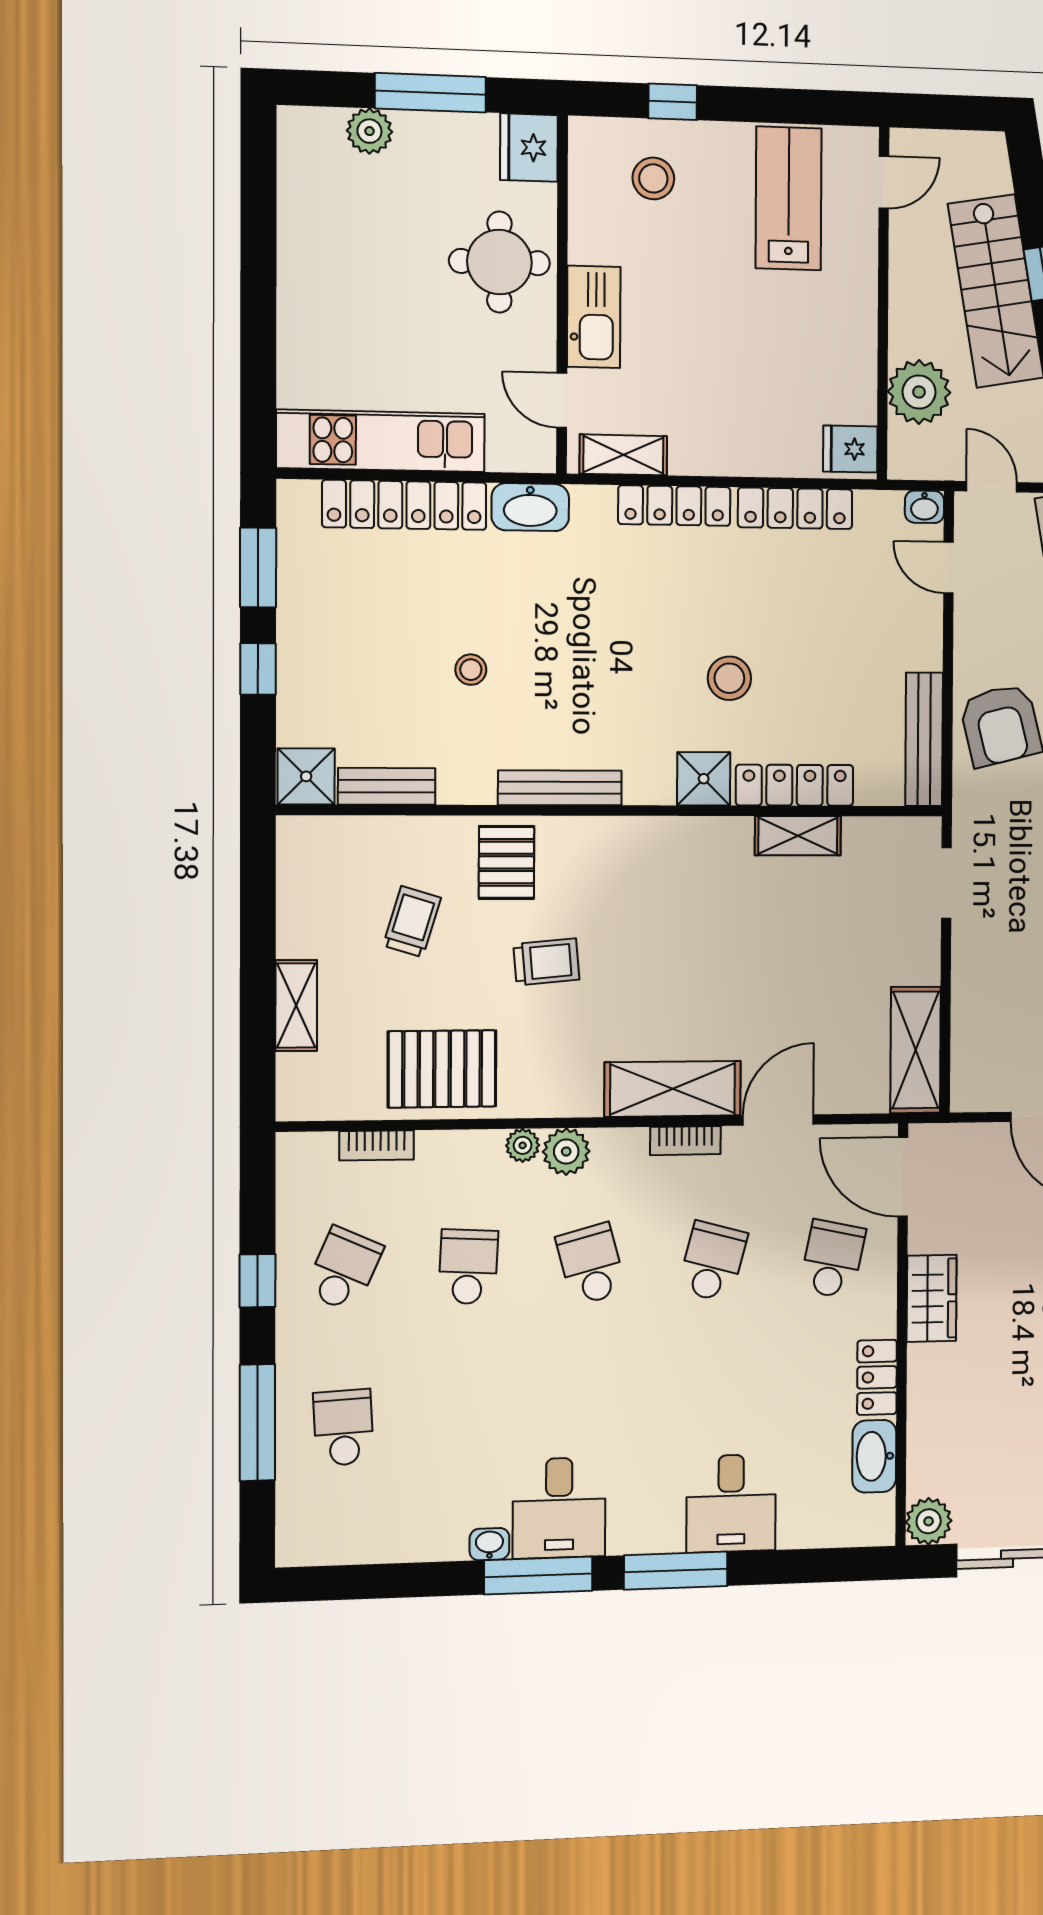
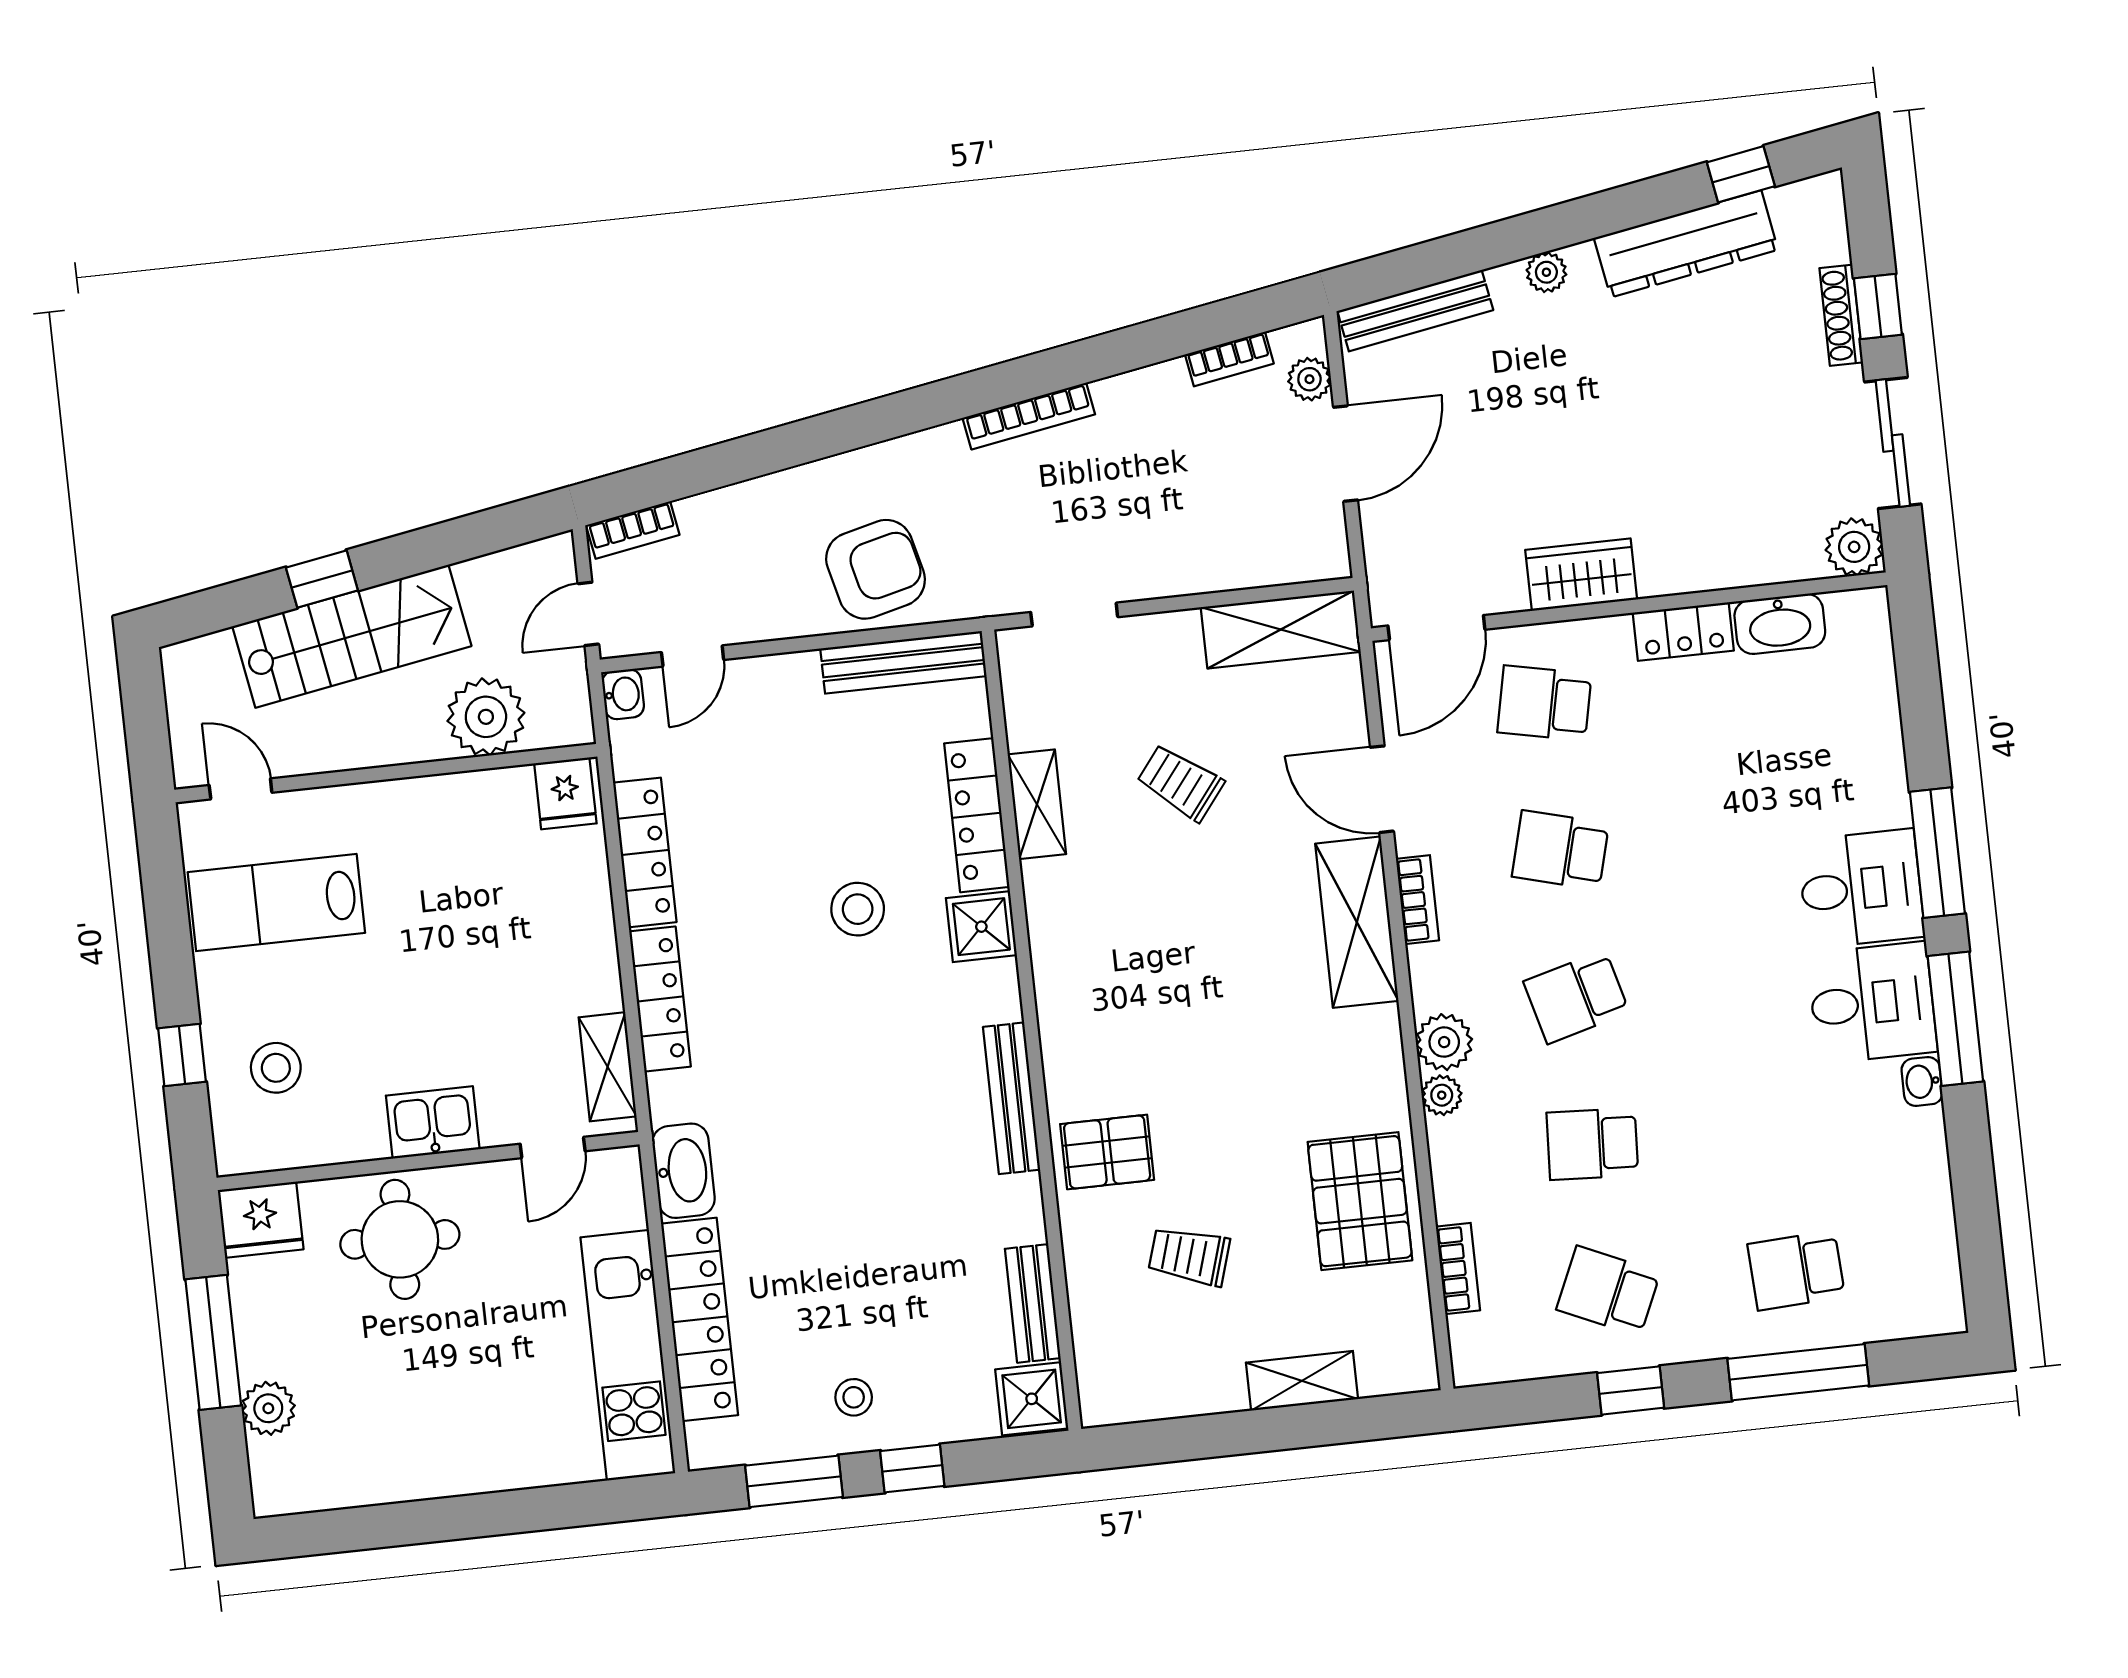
kitchen sink: (594, 317) -> (433, 1122), width x0.73
stool: (471, 670) -> (854, 1397), moved
trolley: (546, 962) -> (1180, 783), moved, turned -47
desk: (731, 1503) -> (1861, 889), moved

